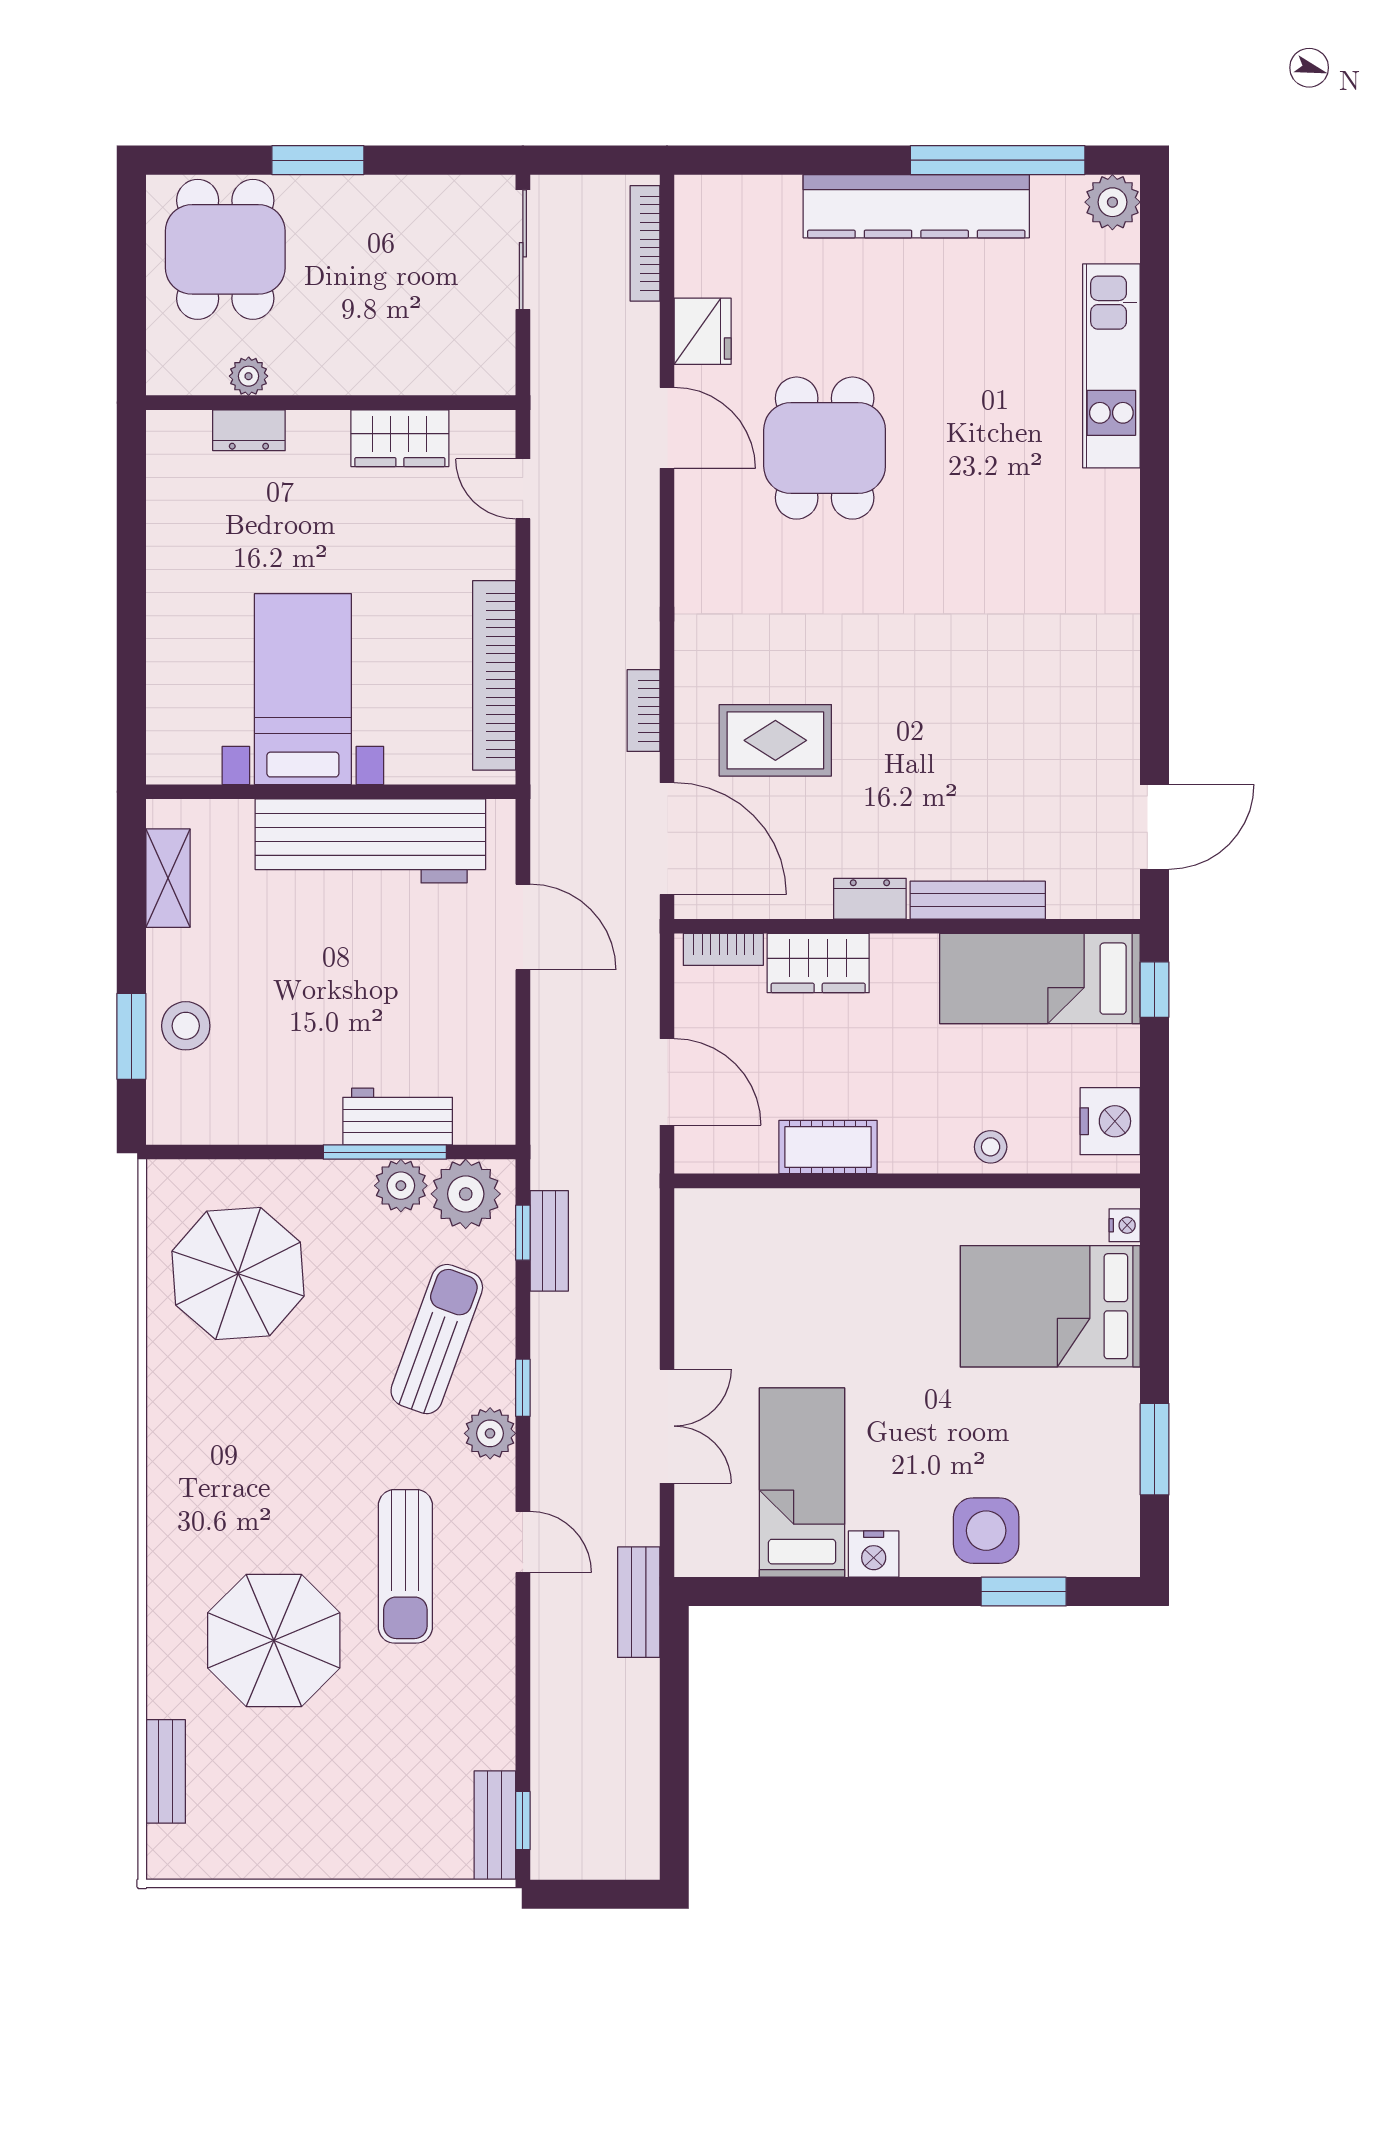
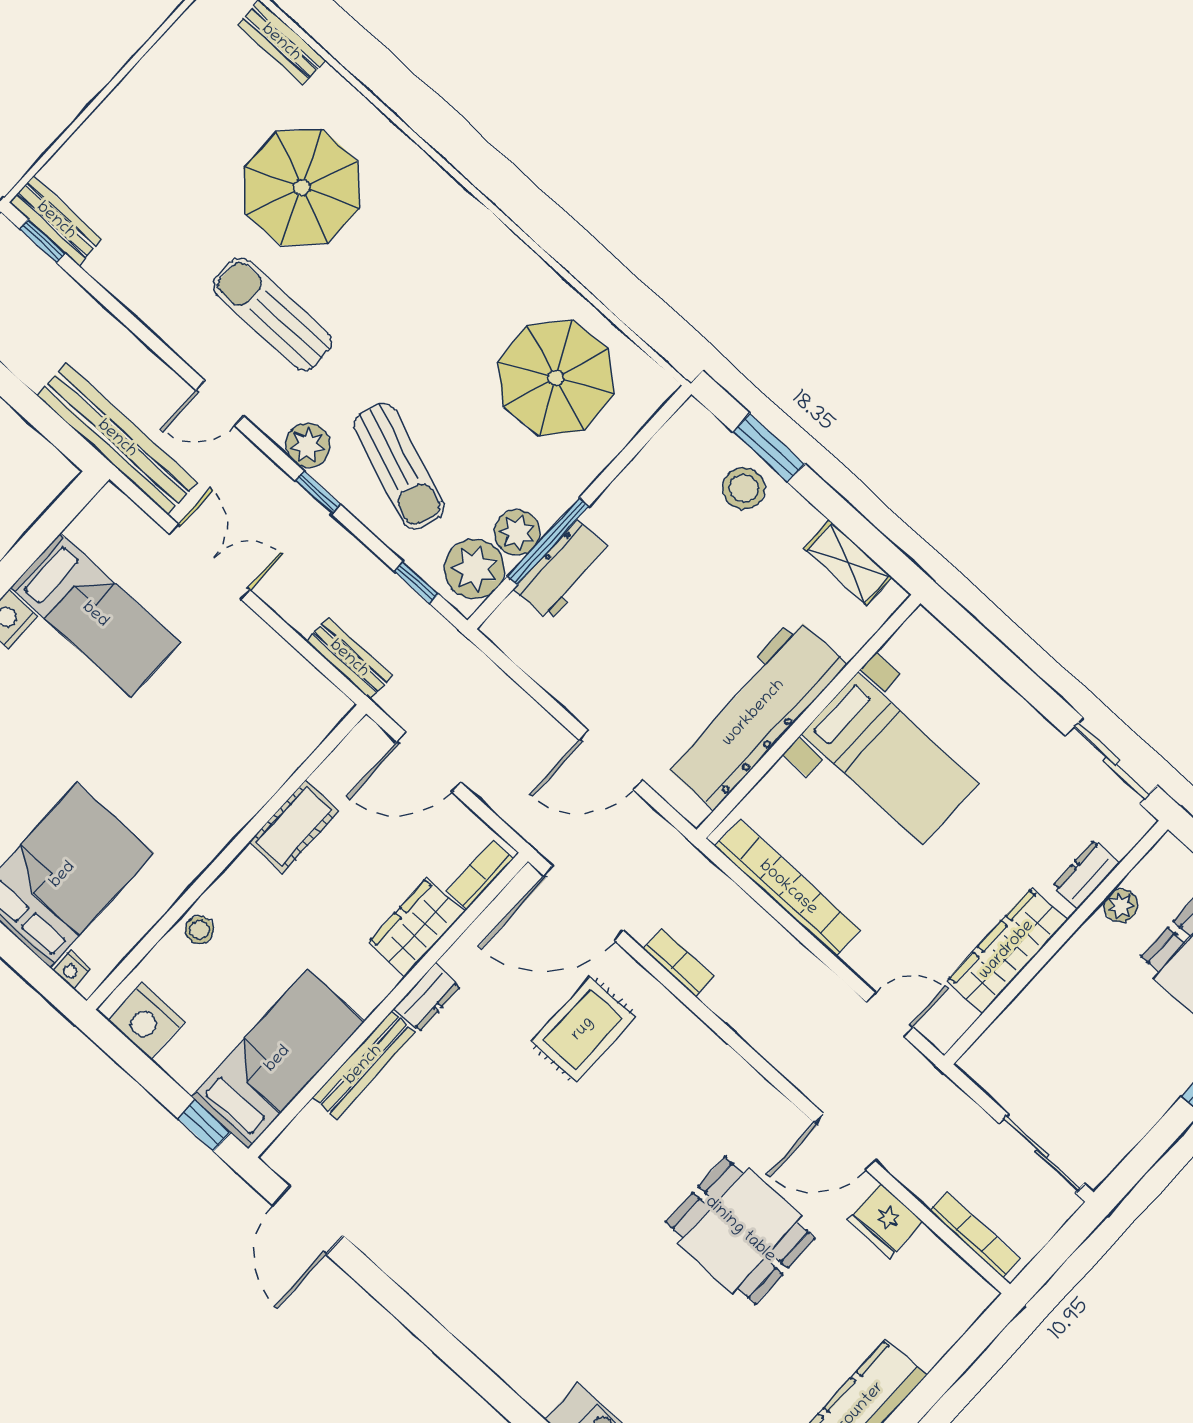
wardrobe: (400, 438) -> (1007, 950), width x1.50
sliding door: (131, 498) -> (1111, 761), added
bench: (549, 1241) -> (349, 659), moved
double door: (667, 1426) -> (210, 562), swing flipped
bench: (639, 1602) -> (117, 439), width x1.86, depth x1.21

